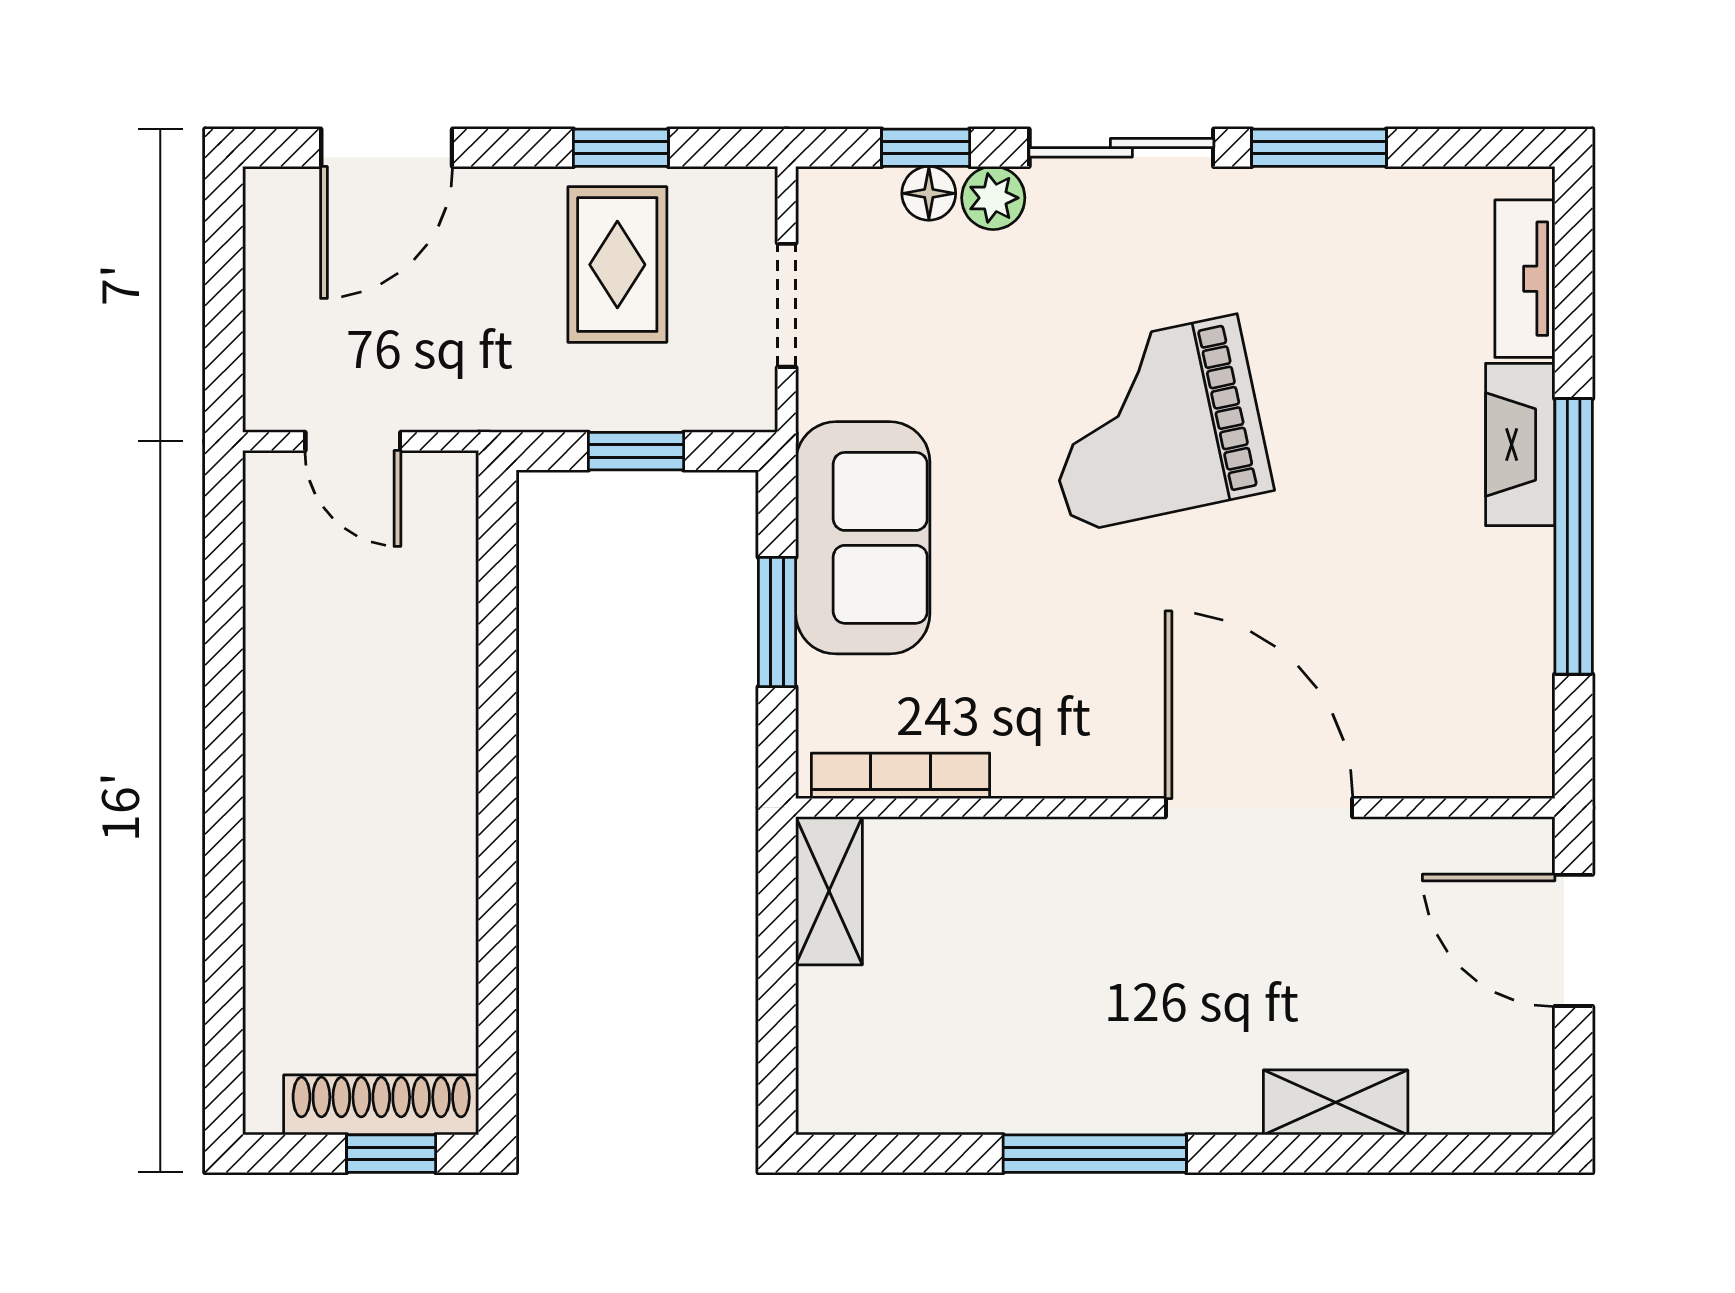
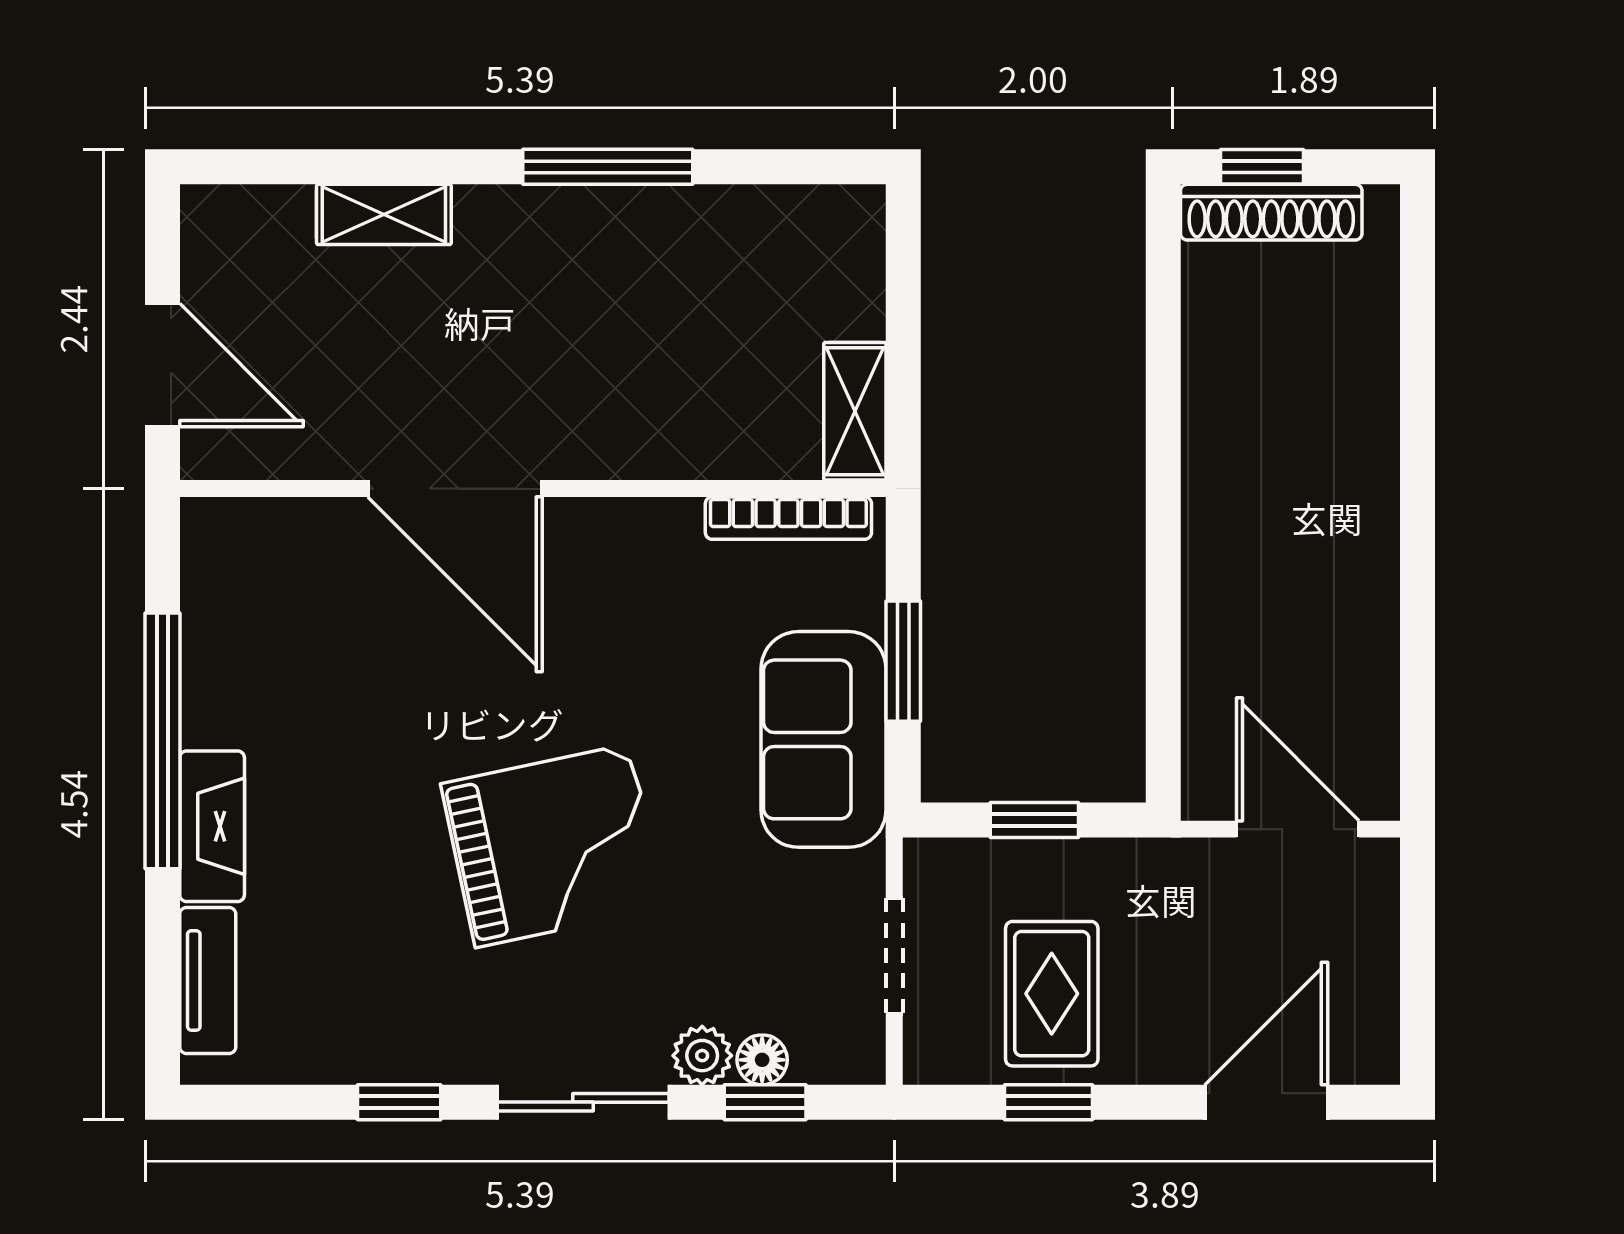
window: (1319, 148) -> (399, 1102), width x0.67
door: (353, 441) -> (1298, 829), width x1.38

